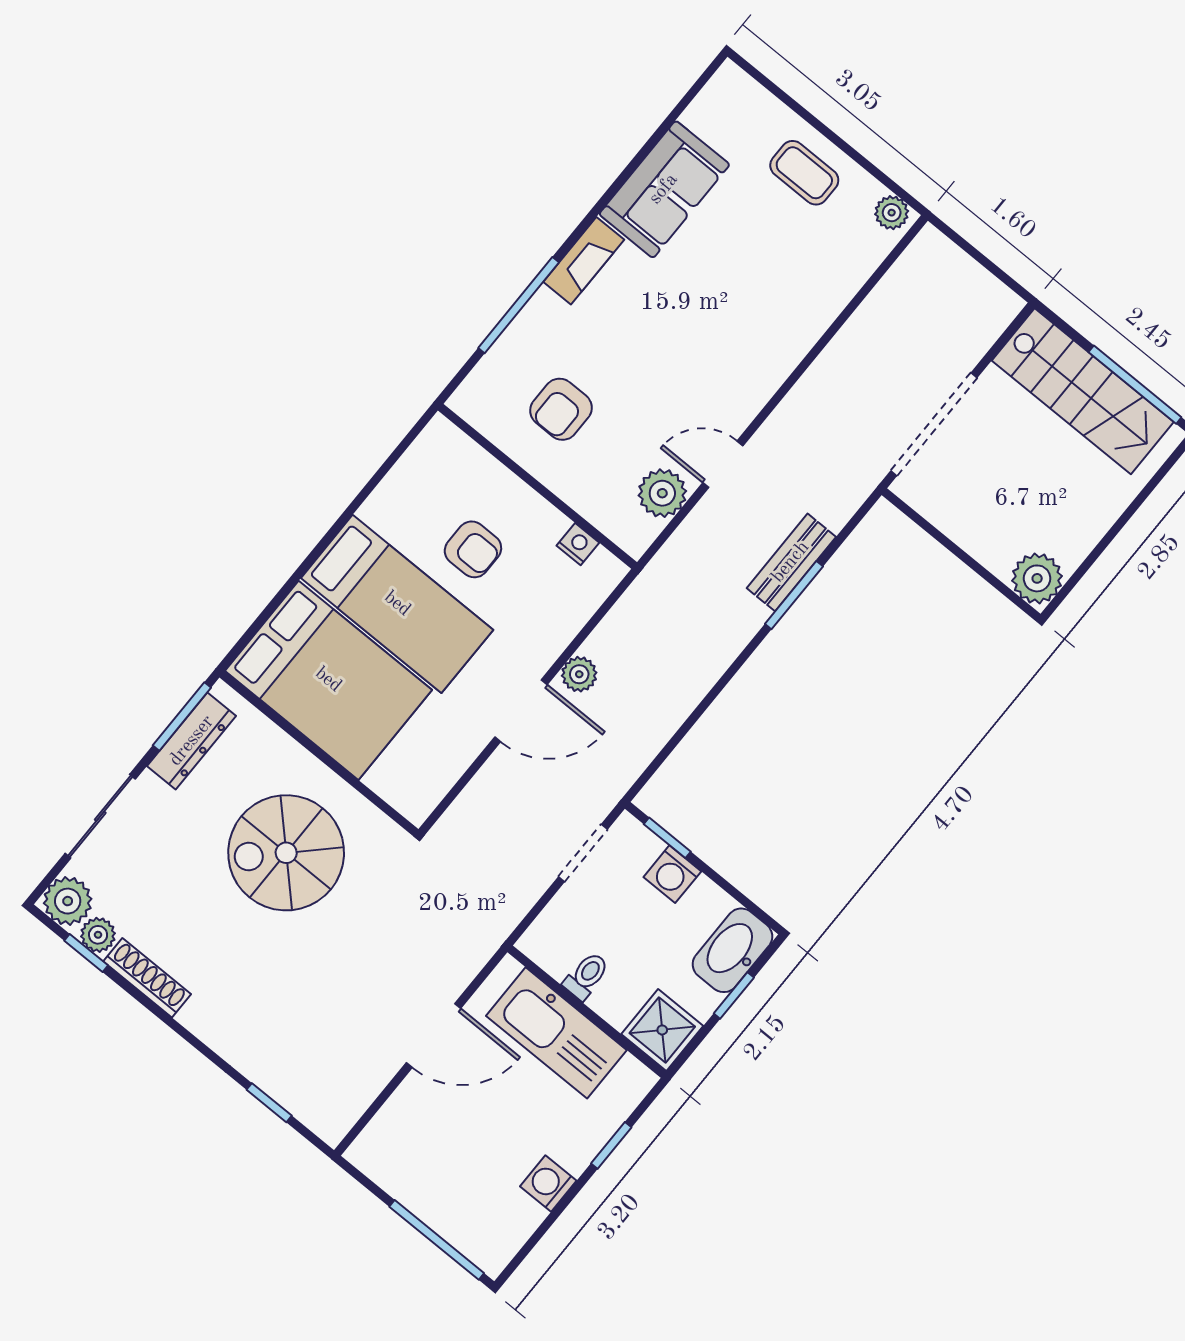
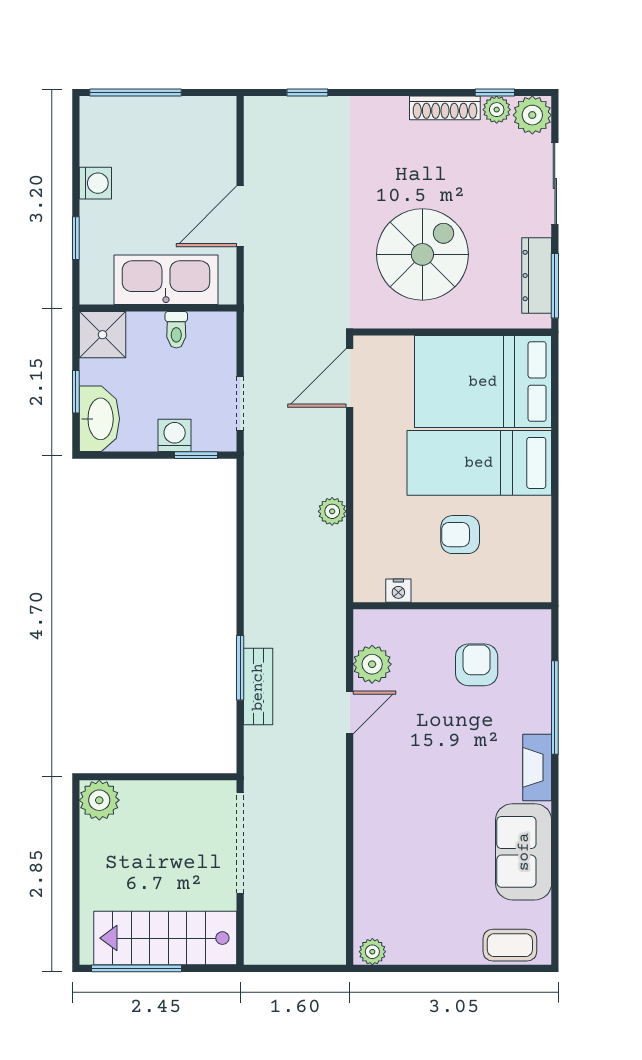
coffee table: (804, 173) -> (510, 945), moved
door: (521, 711) -> (350, 378), moved

